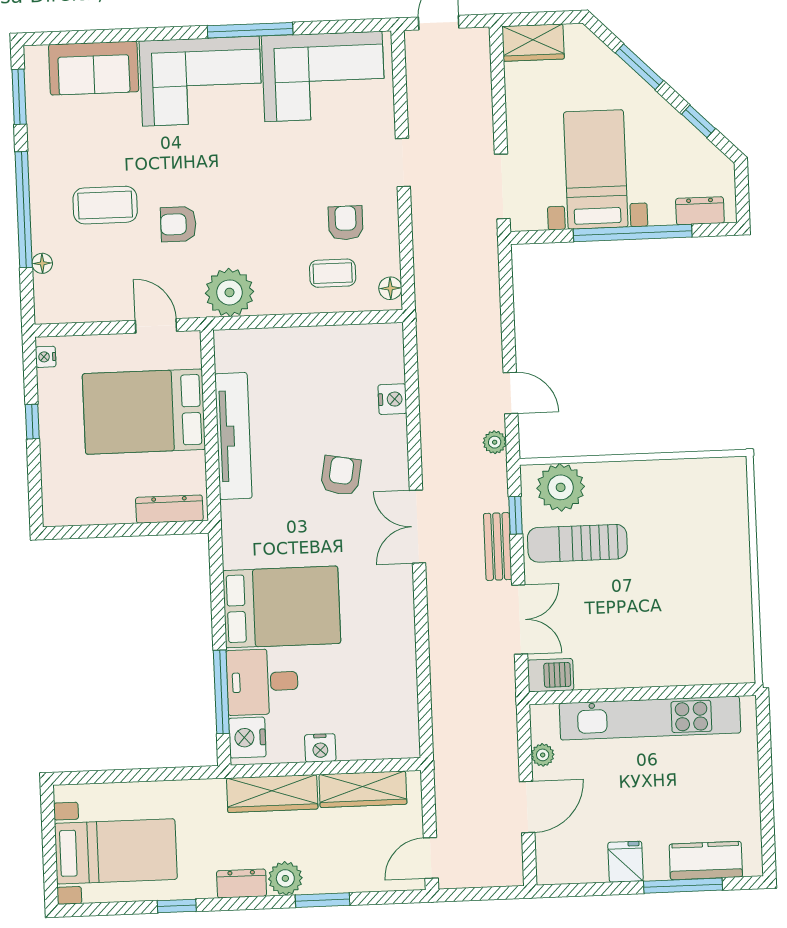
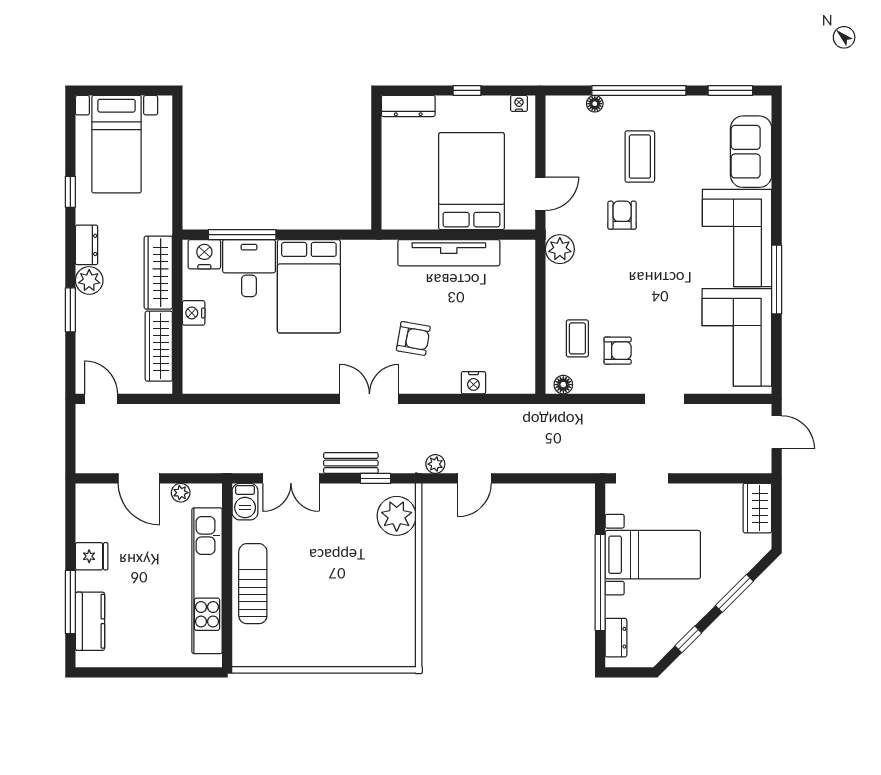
plant: (230, 292) -> (560, 249), width x0.73, depth x0.73
dresser: (169, 509) -> (408, 106), moved, turned 90
sun lounger: (577, 543) -> (253, 584), moved

